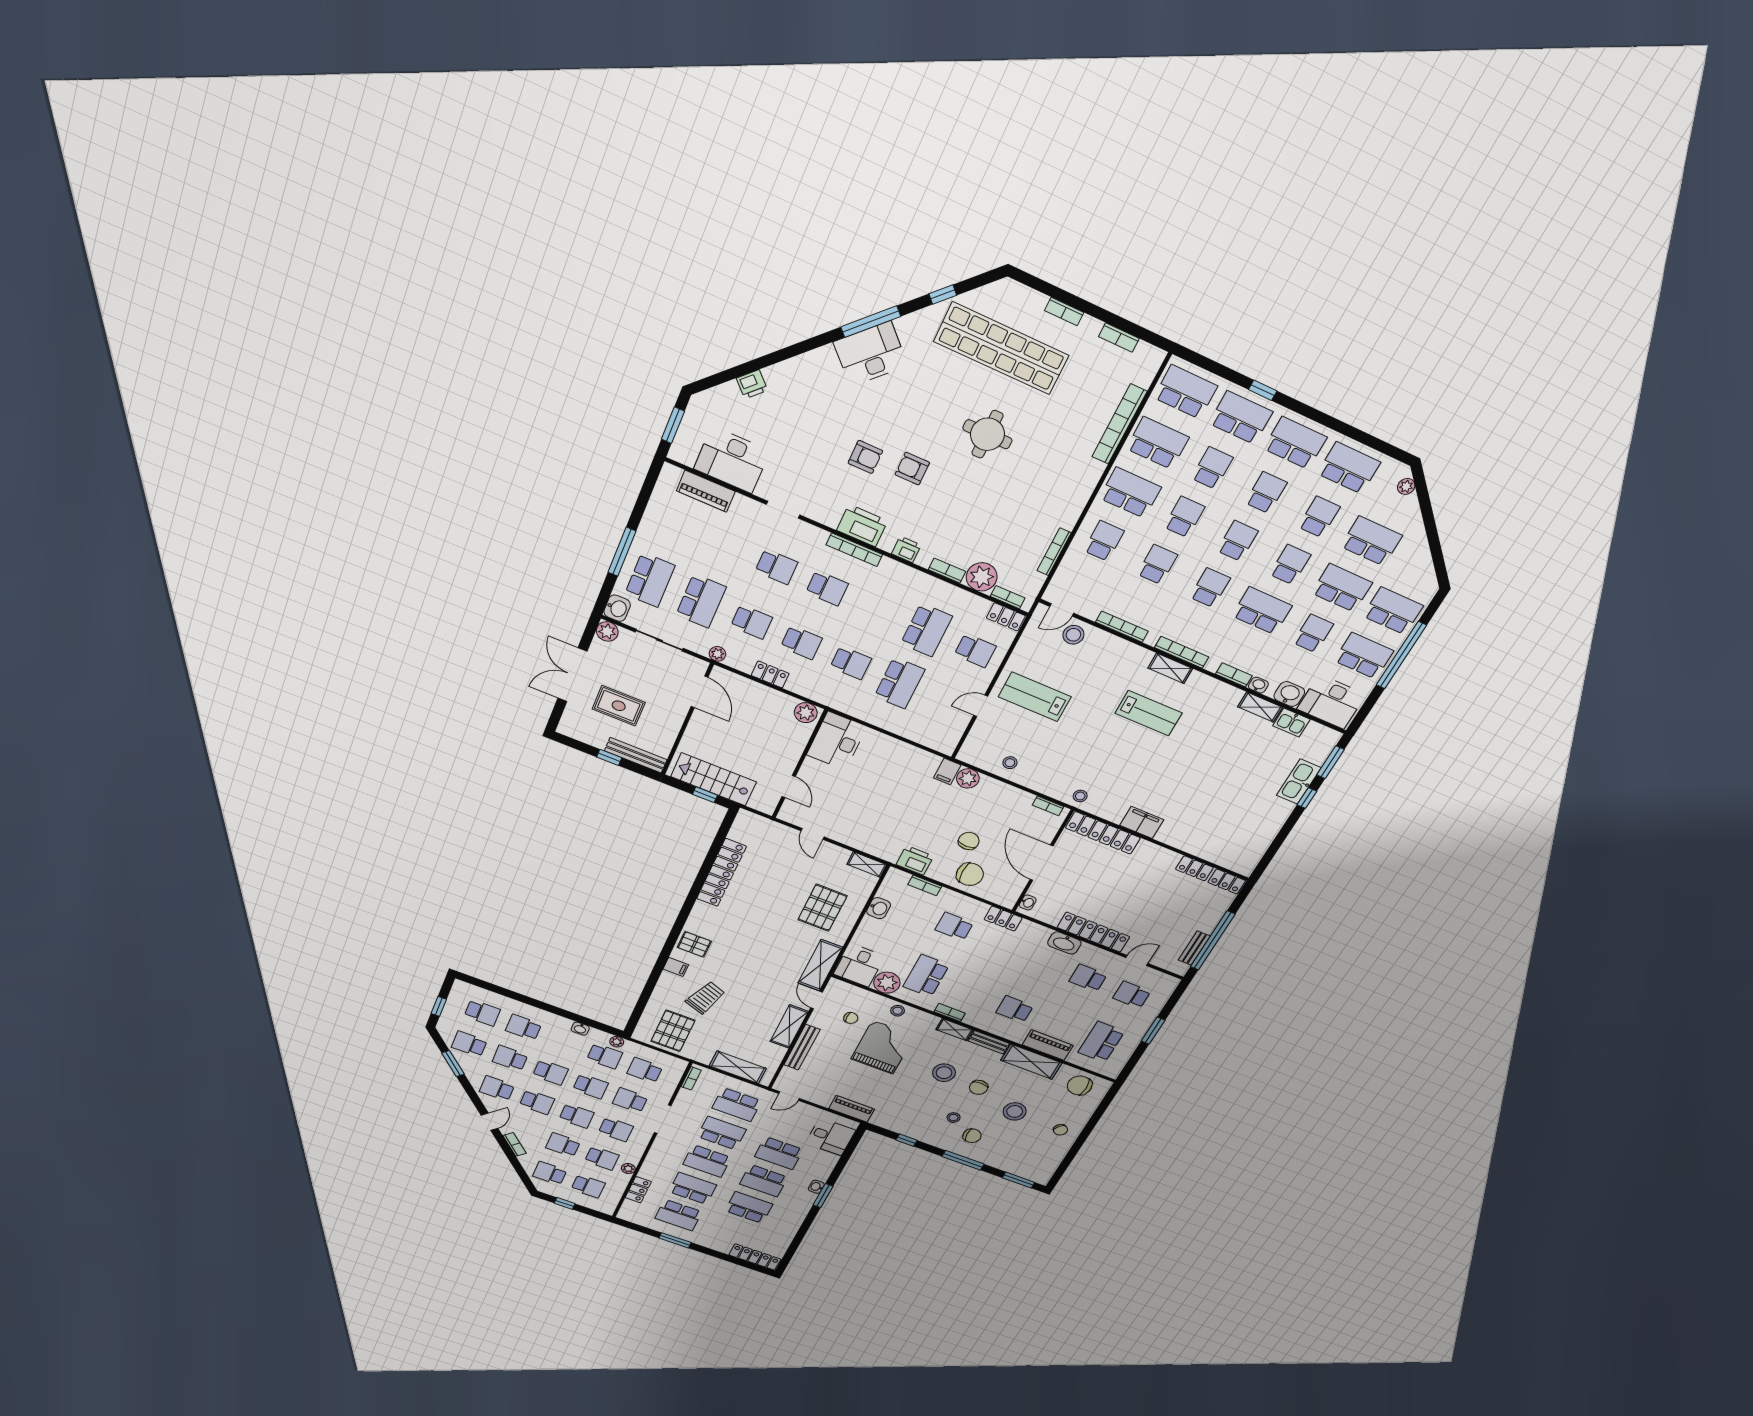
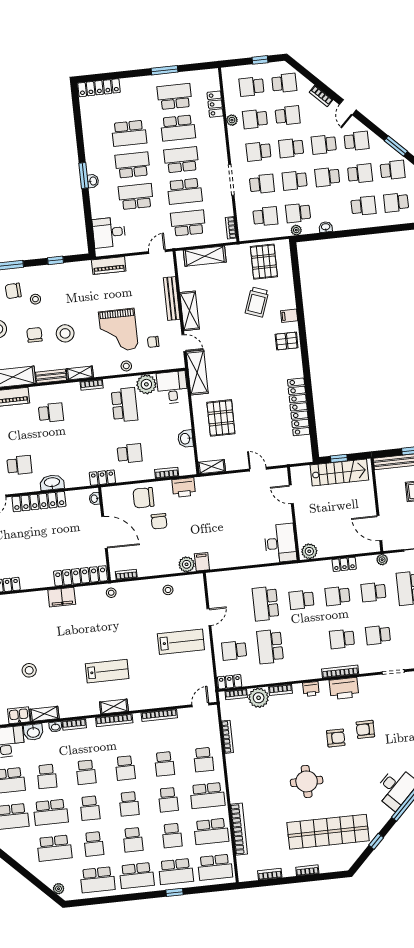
school desk: (1262, 611) -> (86, 772), width x0.54
stool: (1073, 635) -> (29, 670), moved
lab bench: (1149, 713) -> (107, 671), turned 180

